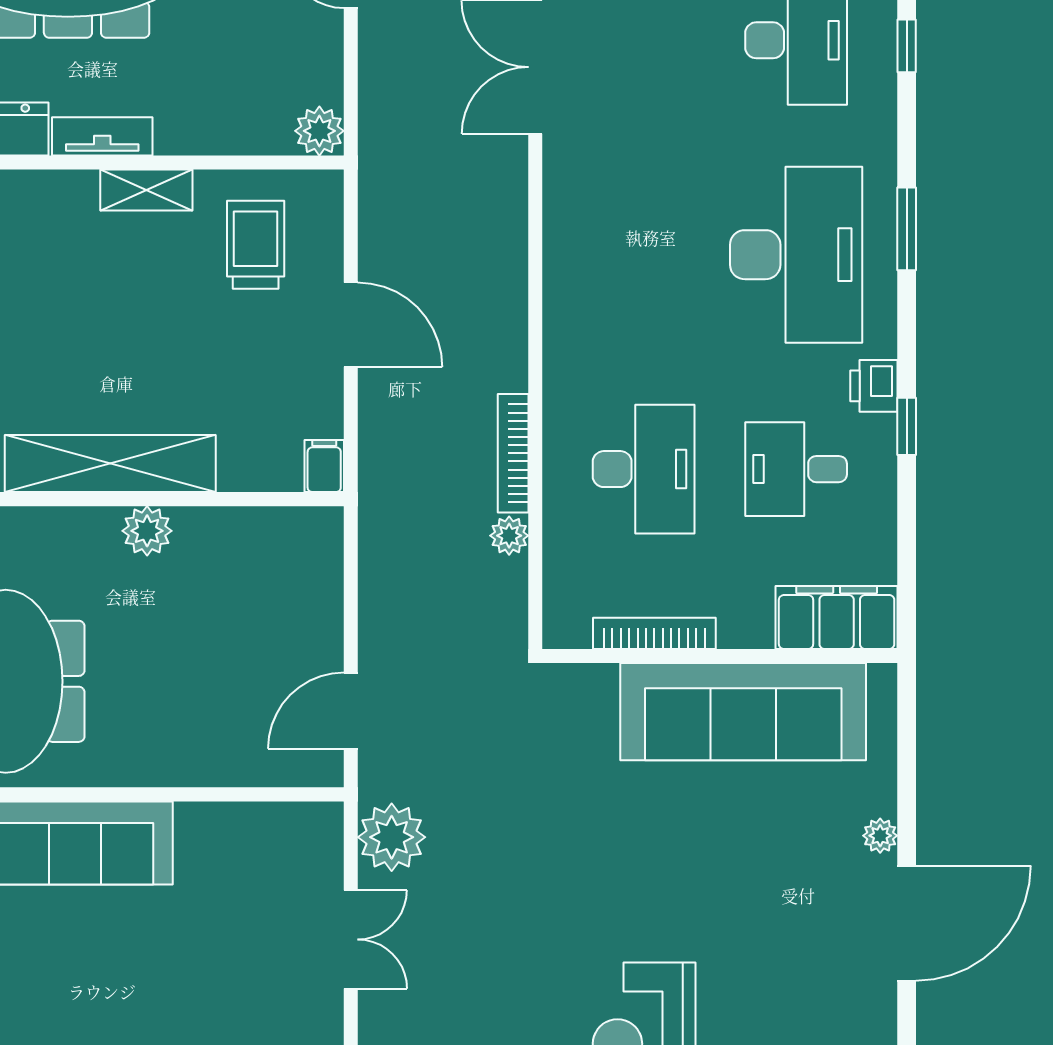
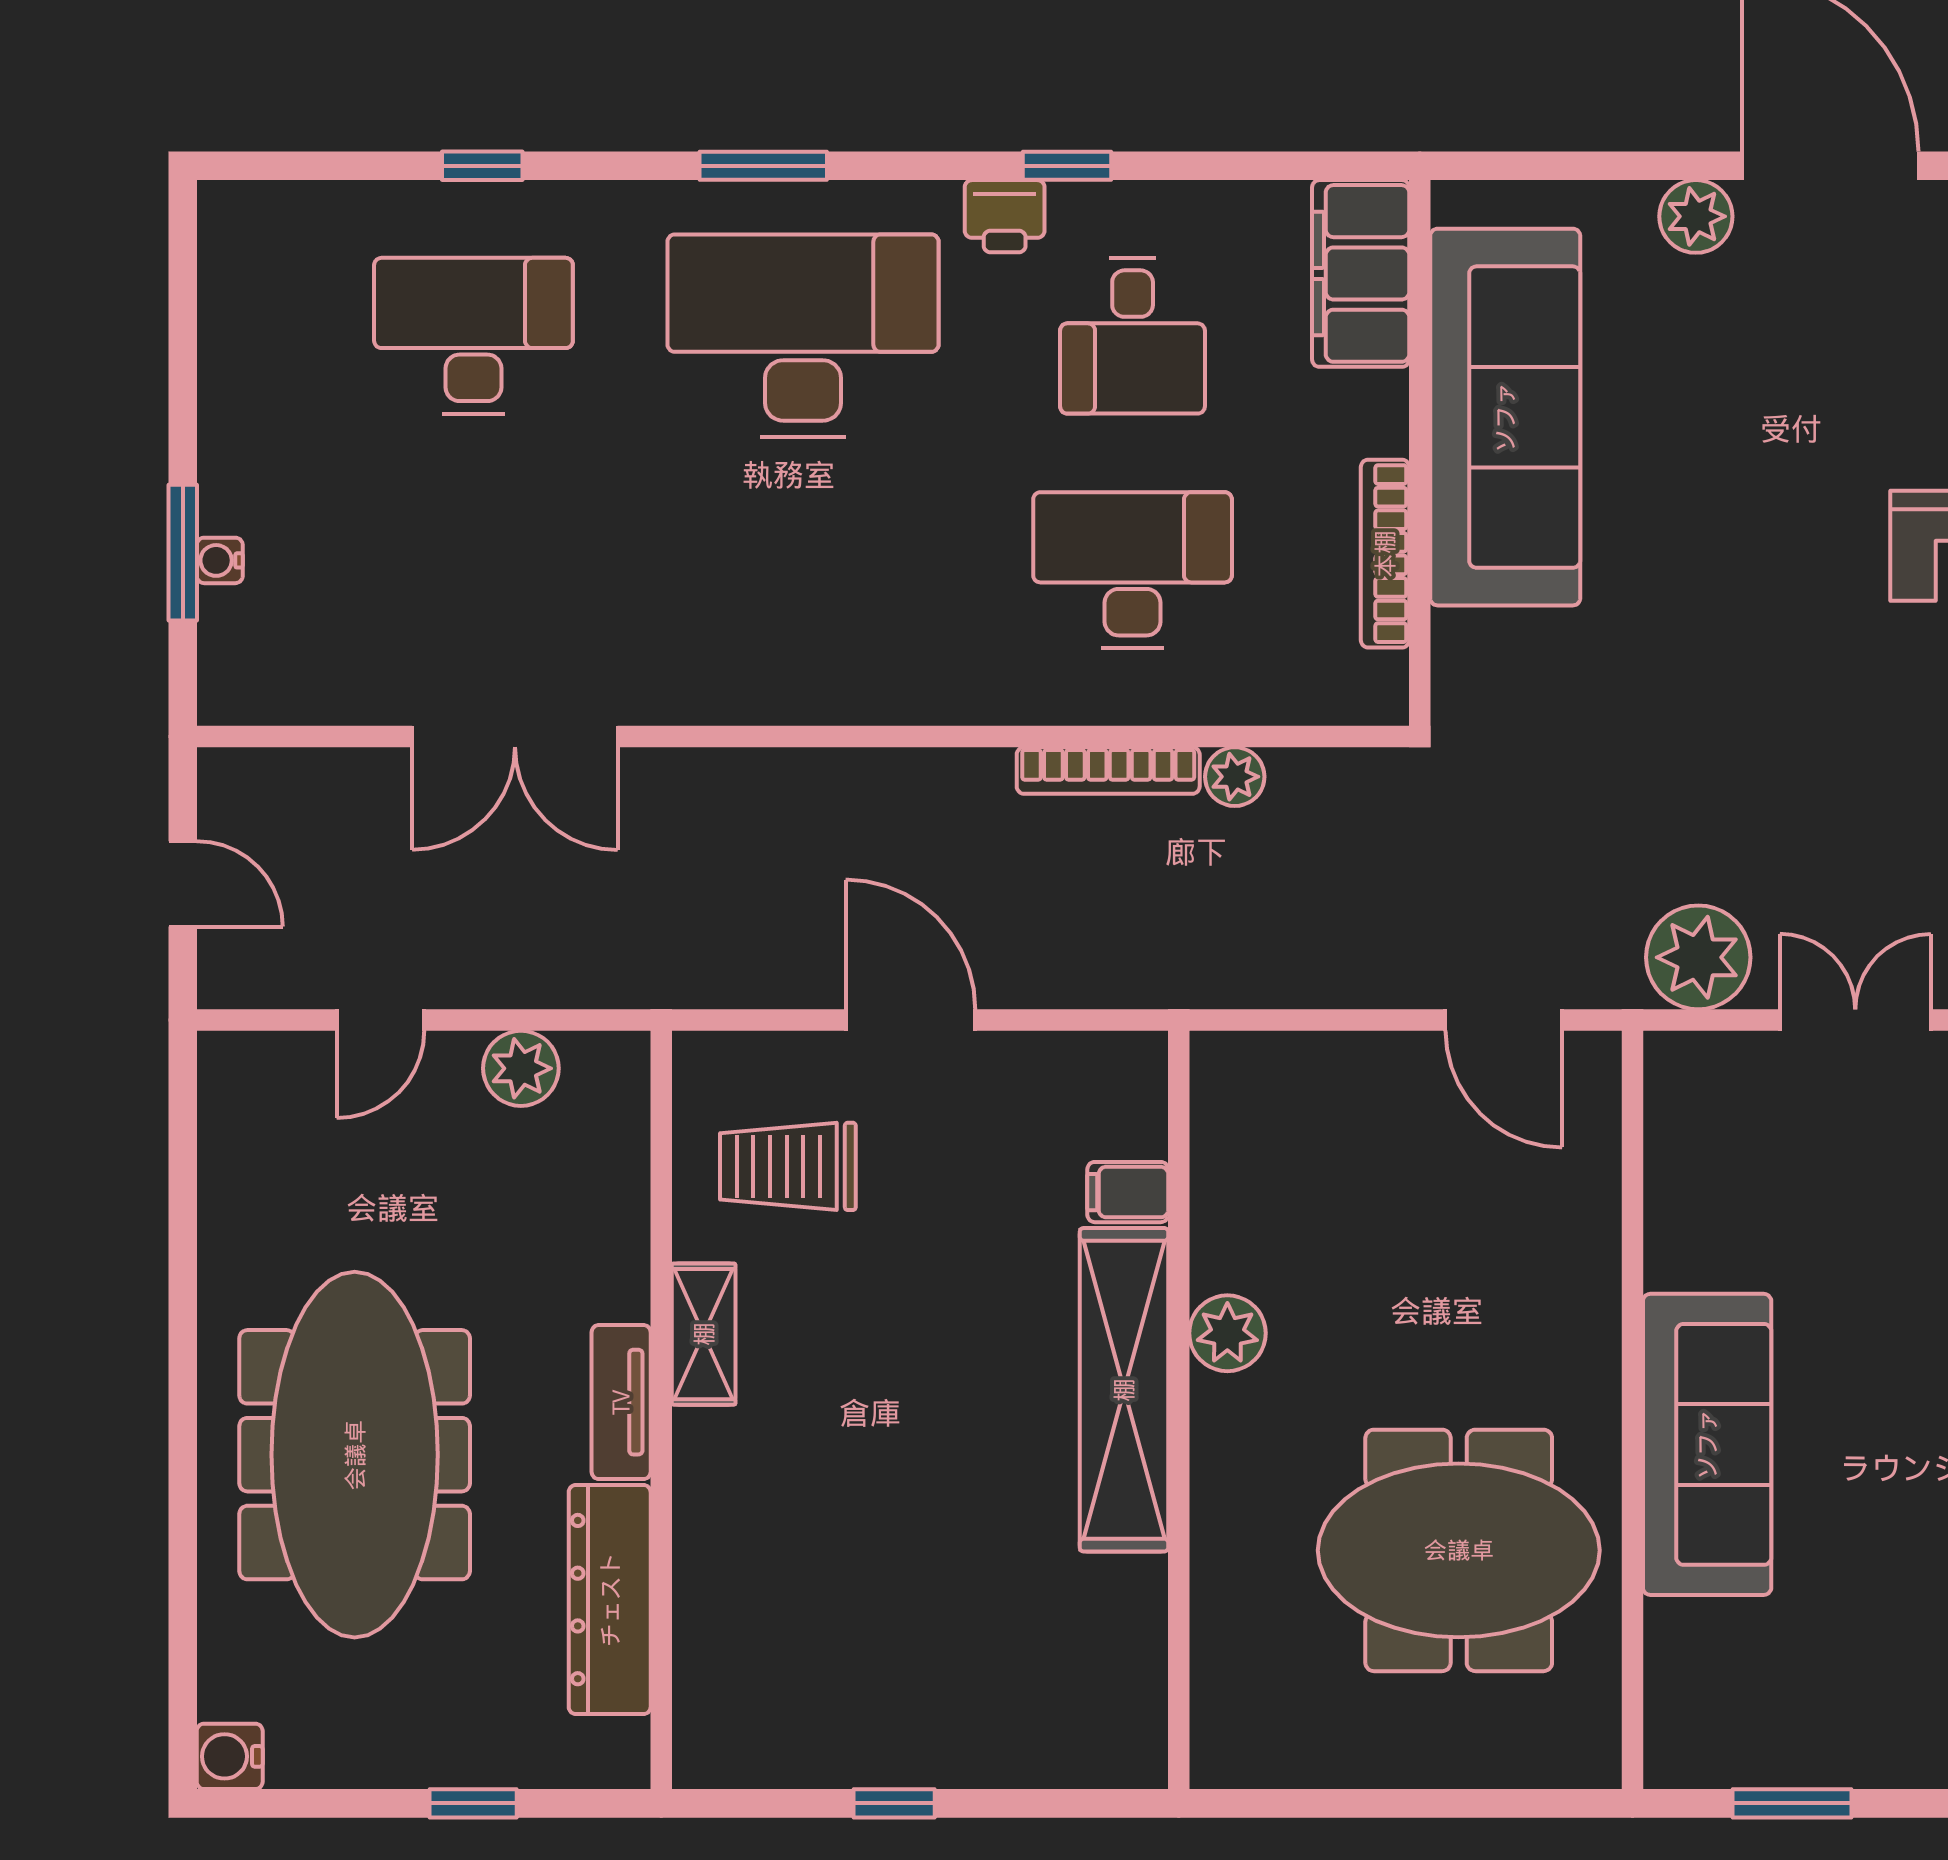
plant: (319, 131) -> (521, 1068), moved
door: (351, 325) -> (911, 1020), hinge flipped
filing cabinet: (324, 466) -> (1128, 1192), moved
plant: (880, 836) -> (1696, 216), width x1.38, depth x1.38

